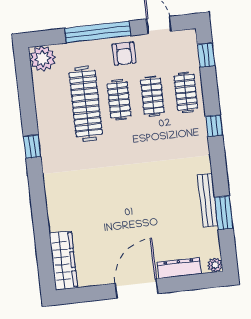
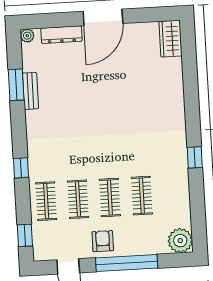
clothes rail: (86, 104) -> (142, 196), width x0.54, depth x0.76
bench: (208, 200) -> (31, 91), width x0.73
wardrobe: (63, 261) -> (170, 39), width x0.67

